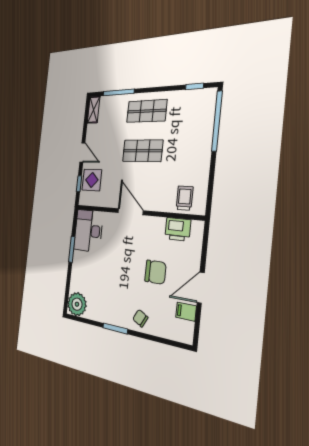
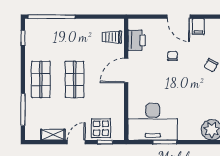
shelving: (94, 110) -> (53, 135), moved
door: (130, 212) -> (126, 70), moved
desk: (88, 231) -> (153, 122), width x1.36, depth x1.30
chair: (155, 272) -> (173, 56), width x0.54, depth x0.54

